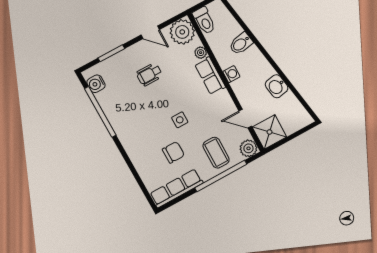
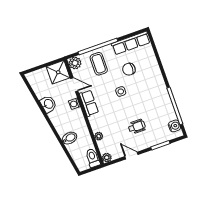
plant: (182, 32) -> (107, 158), width x0.53, depth x0.53
washing machine: (231, 74) -> (74, 104), moved
row of seats: (210, 76) -> (89, 103), moved

